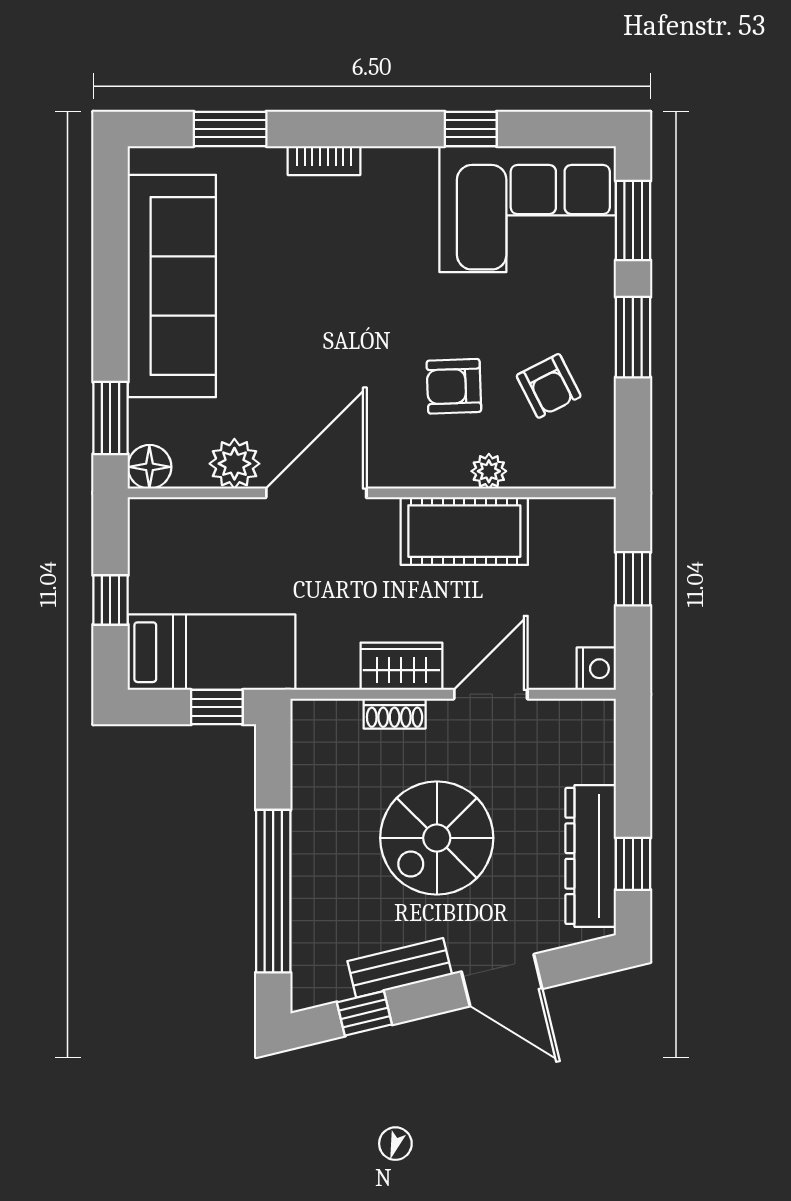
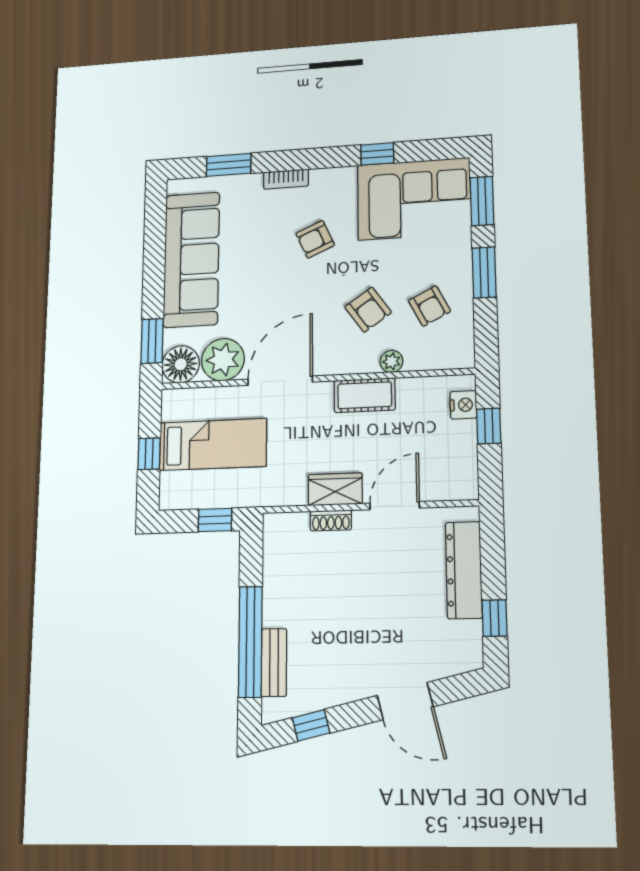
armchair: (371, 265) -> (315, 239), added
armchair: (454, 386) -> (368, 310), turned -123
plant: (234, 464) -> (223, 360), width x1.36, depth x1.36
floor lamp: (149, 467) -> (181, 364), width x1.38, depth x1.38
cot: (464, 531) -> (365, 395), width x0.73, depth x0.75
bed: (212, 652) -> (213, 444), moved
nightstand: (596, 669) -> (463, 405), moved
spiral stairs: (437, 838) -> (360, 603), removed
dresser: (591, 856) -> (464, 570), moved
bench: (400, 968) -> (274, 662), moved, turned -76

